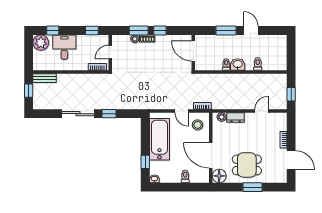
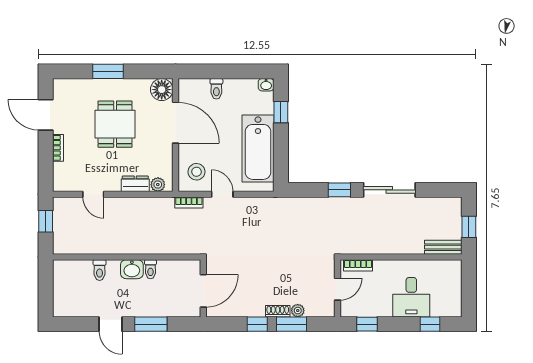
plant: (41, 43) -> (449, 304), removed
door: (193, 51) -> (203, 291), hinge flipped
door: (262, 111) -> (93, 194), hinge flipped
dining table: (247, 165) -> (115, 124), moved, turned 90

